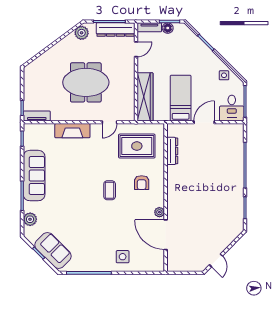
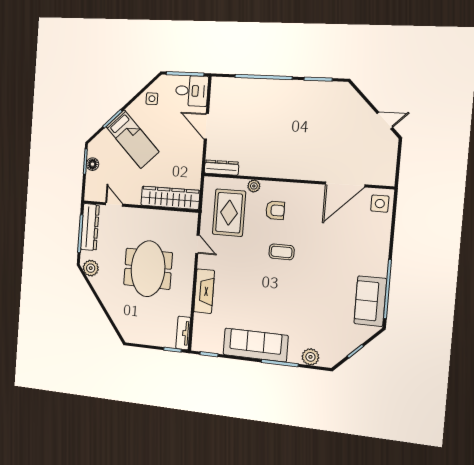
tv unit: (149, 27) -> (90, 186), removed
bed: (181, 98) -> (132, 139), moved, turned -135
dresser: (172, 151) -> (222, 168), moved
plant: (159, 212) -> (254, 186), moved
sofa: (53, 250) -> (370, 301), moved, turned -45
side table: (123, 257) -> (380, 204), moved

